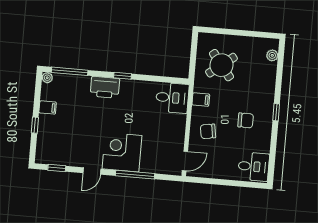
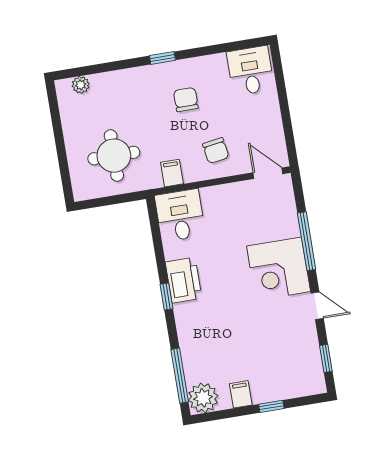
round table: (221, 65) -> (114, 156), turned 38
plant: (47, 78) -> (203, 398), width x1.87, depth x1.87
printer: (105, 87) -> (184, 280), moved

